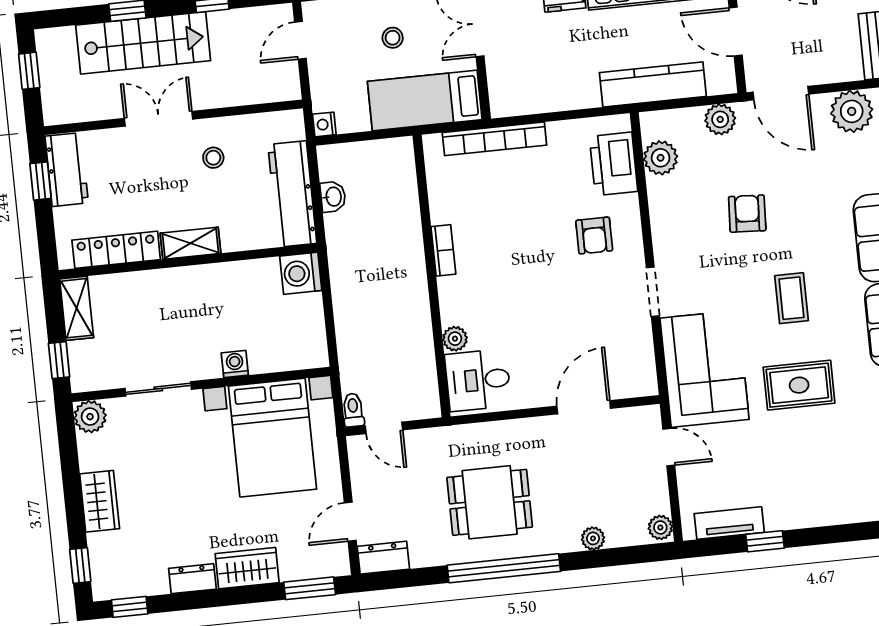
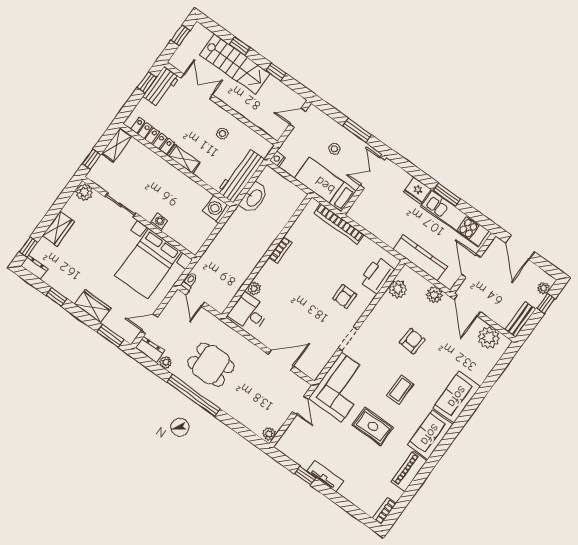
double door: (159, 119) -> (197, 86), moved
washbasin: (333, 197) -> (254, 198), width x1.91, depth x1.45
tv unit: (729, 523) -> (325, 476), moved
plant: (593, 538) -> (166, 362), moved
dresser: (192, 579) -> (34, 267), moved
window: (130, 607) -> (57, 297), moved

